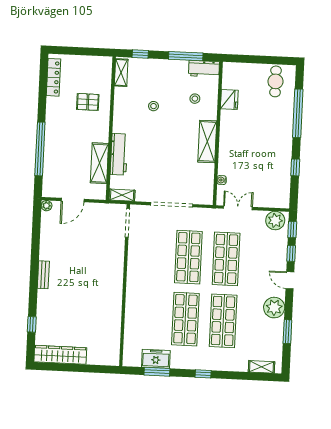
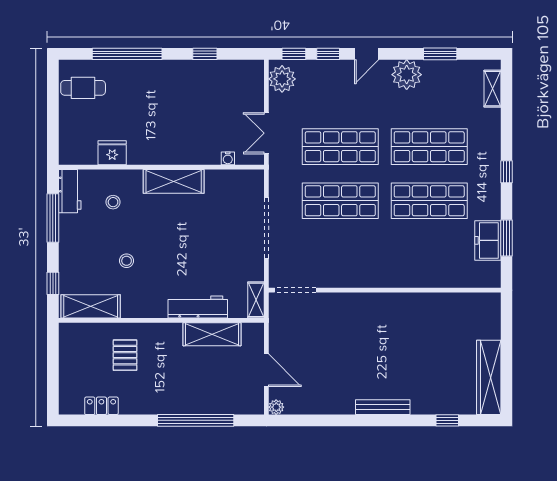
shelving: (121, 73) -> (91, 306), width x1.50, depth x1.33
locker: (54, 77) -> (101, 406), width x0.66
bench: (43, 275) -> (383, 407), width x1.36

